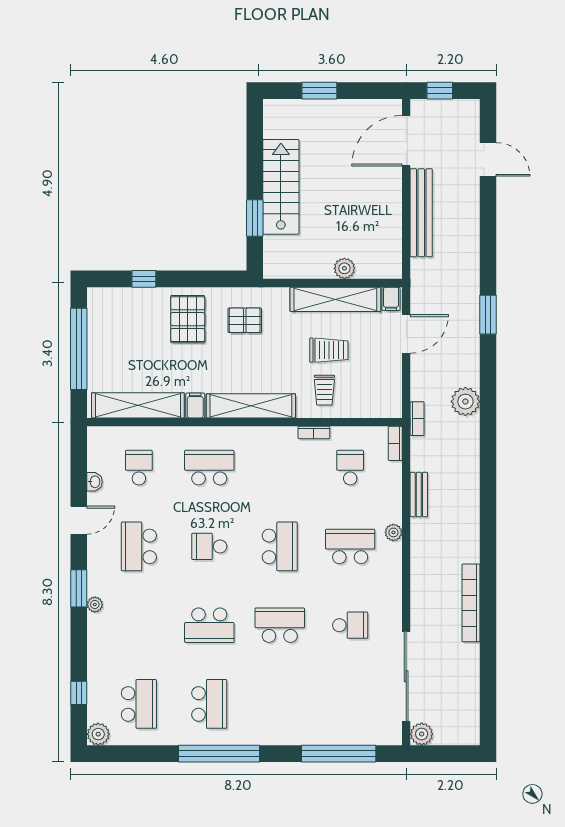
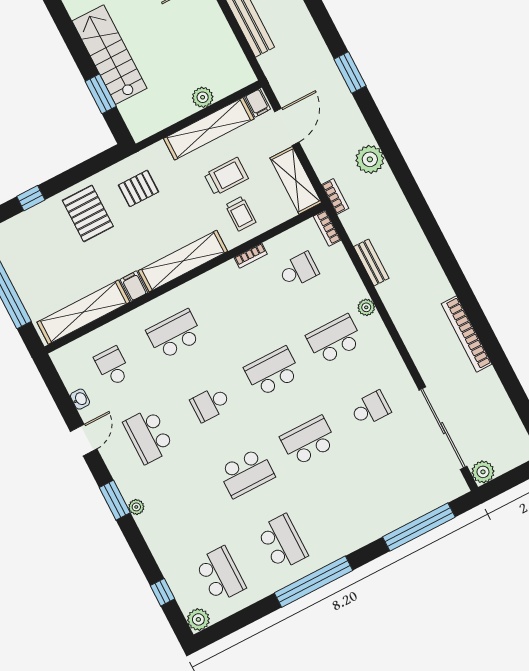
shelving: (389, 386) -> (296, 180), added
school desk: (350, 468) -> (299, 270), turned 90
school desk: (280, 546) -> (272, 372), turned -90

